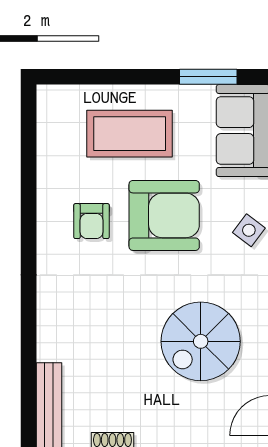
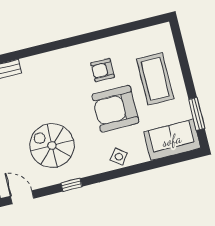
armchair: (164, 215) -> (115, 109), turned 90

